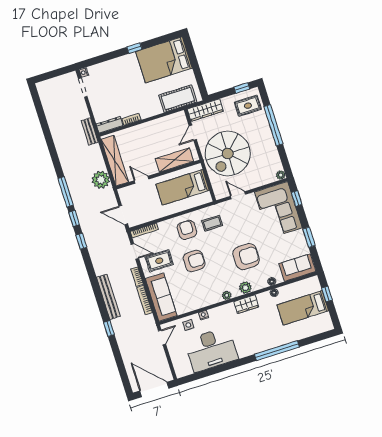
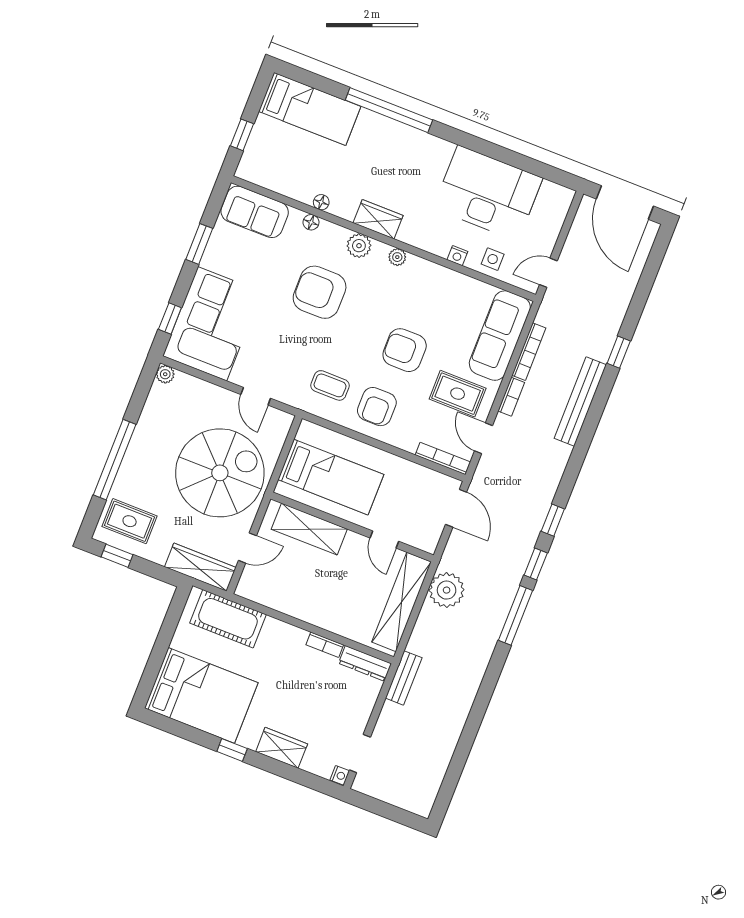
wardrobe: (116, 65) -> (282, 748), added
bed: (303, 308) -> (310, 109), moved

